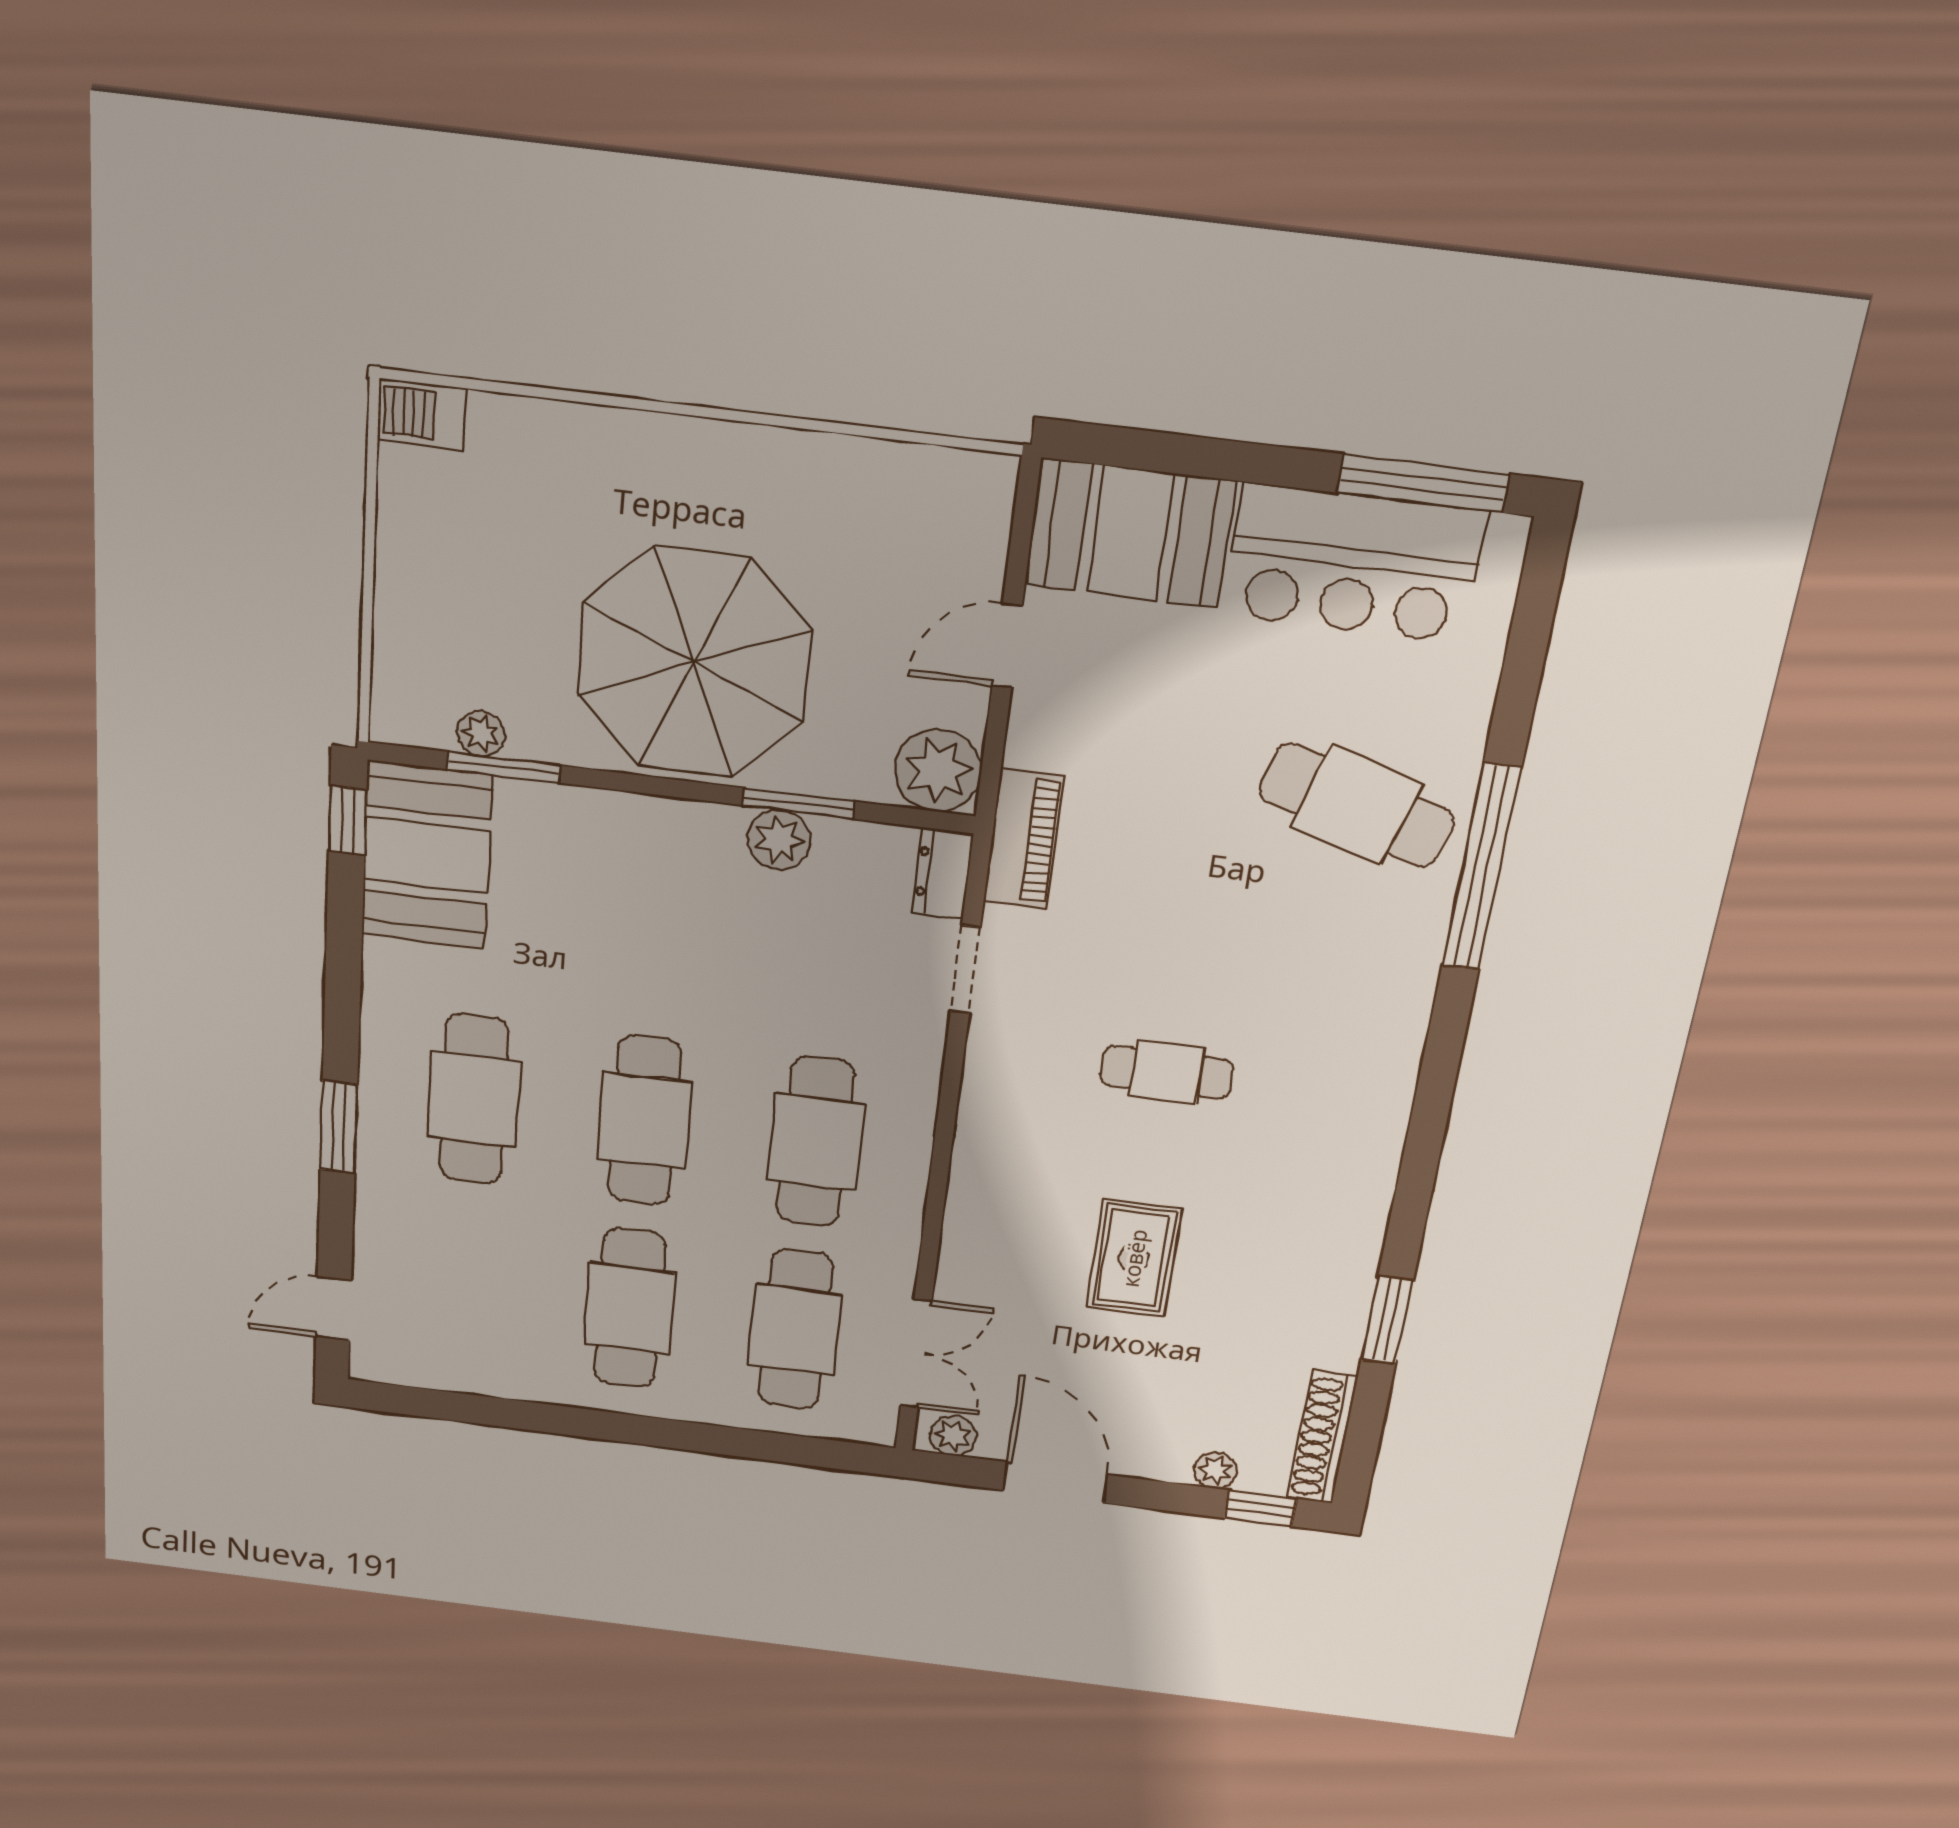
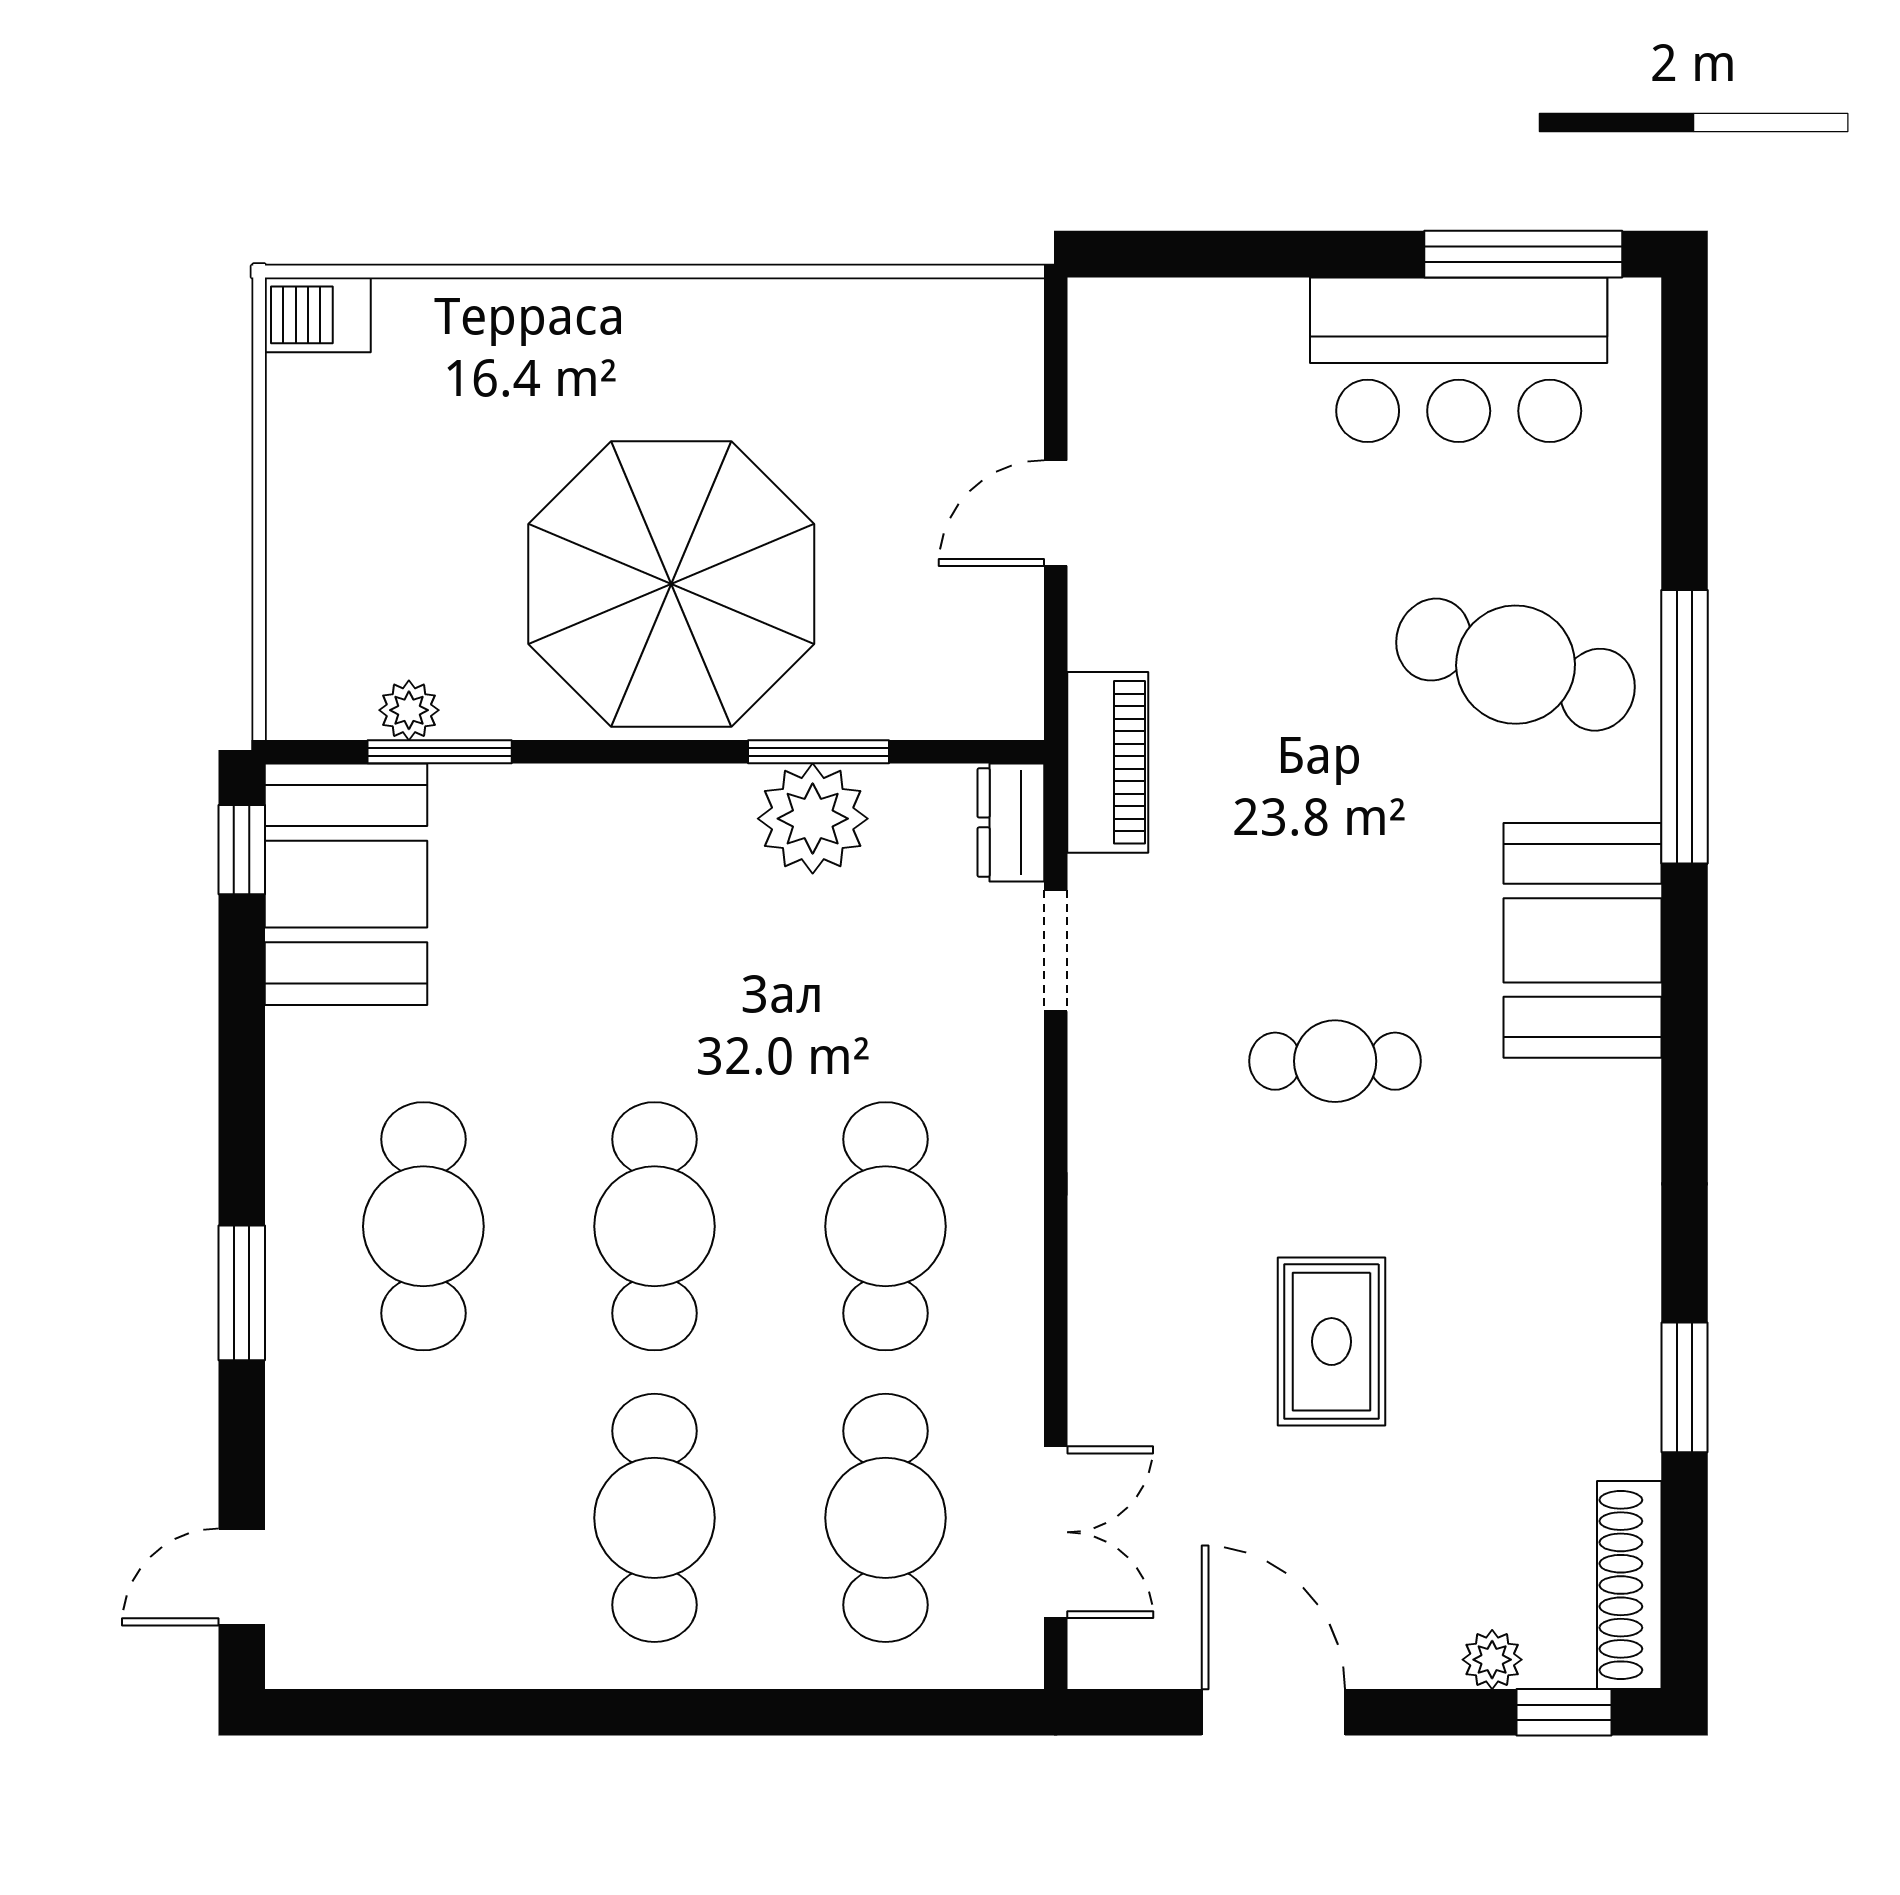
booth: (1131, 533) -> (1583, 940), moved, turned 90
plant: (938, 771) -> (990, 686), removed
plant: (779, 840) -> (813, 819), width x1.36, depth x1.36
plant: (953, 1436) -> (1122, 1657), removed

